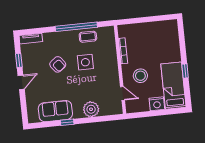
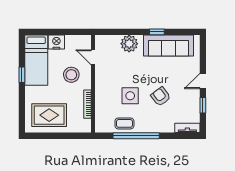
rug: (157, 37) -> (49, 115), added
sofa: (55, 111) -> (169, 46), width x1.36

